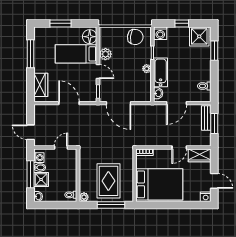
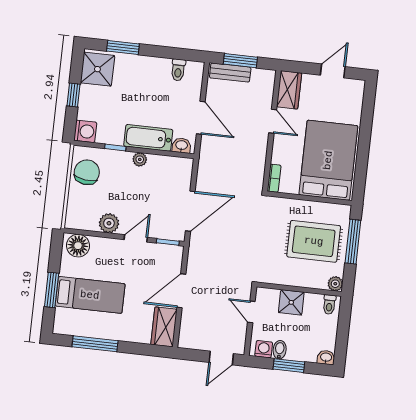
bed: (76, 54) -> (90, 295), moved, turned -90
wardrobe: (41, 85) -> (164, 327), moved, turned -90
window: (31, 174) -> (289, 366), width x0.69
shower: (41, 180) -> (291, 302), moved
nightstand: (206, 197) -> (357, 88), removed

